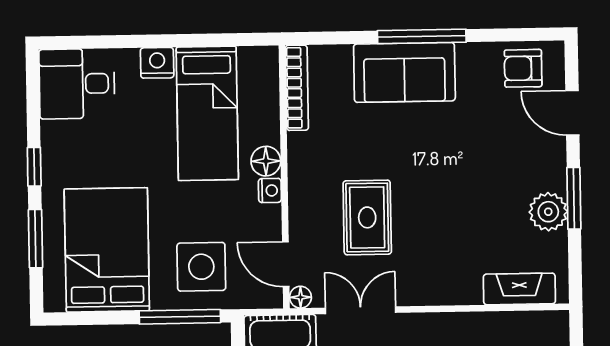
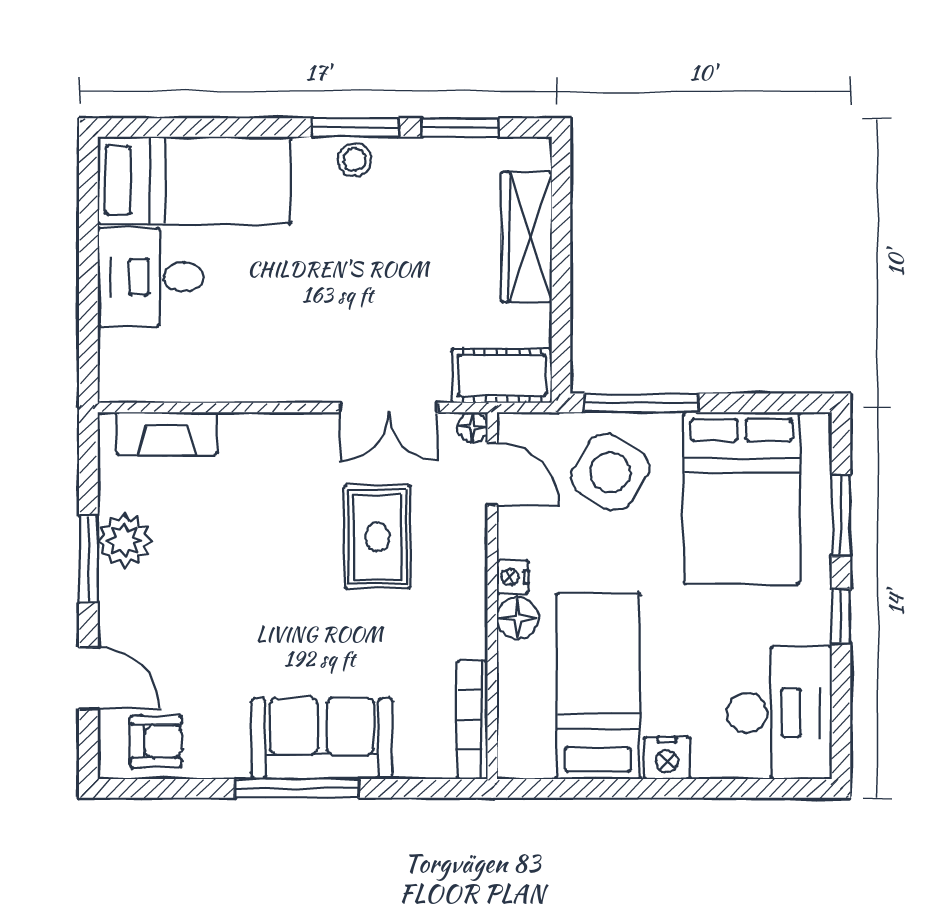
desk: (77, 84) -> (780, 713), width x1.37
side table: (201, 267) -> (610, 472), turned 31

